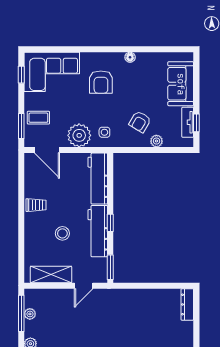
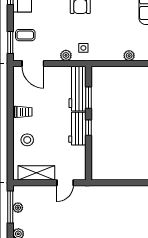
armchair: (140, 122) -> (115, 39), removed
plant: (79, 135) -> (66, 55), width x0.53, depth x0.53
workbench: (98, 231) -> (77, 129), width x0.73
stool: (62, 233) -> (27, 140), moved
window: (110, 267) -> (89, 98), moved

